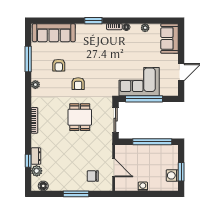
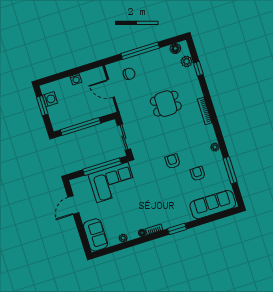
dining table: (80, 117) -> (166, 104), moved, turned 90
dresser: (36, 156) -> (192, 76), removed
window: (76, 194) -> (140, 51), width x1.46

